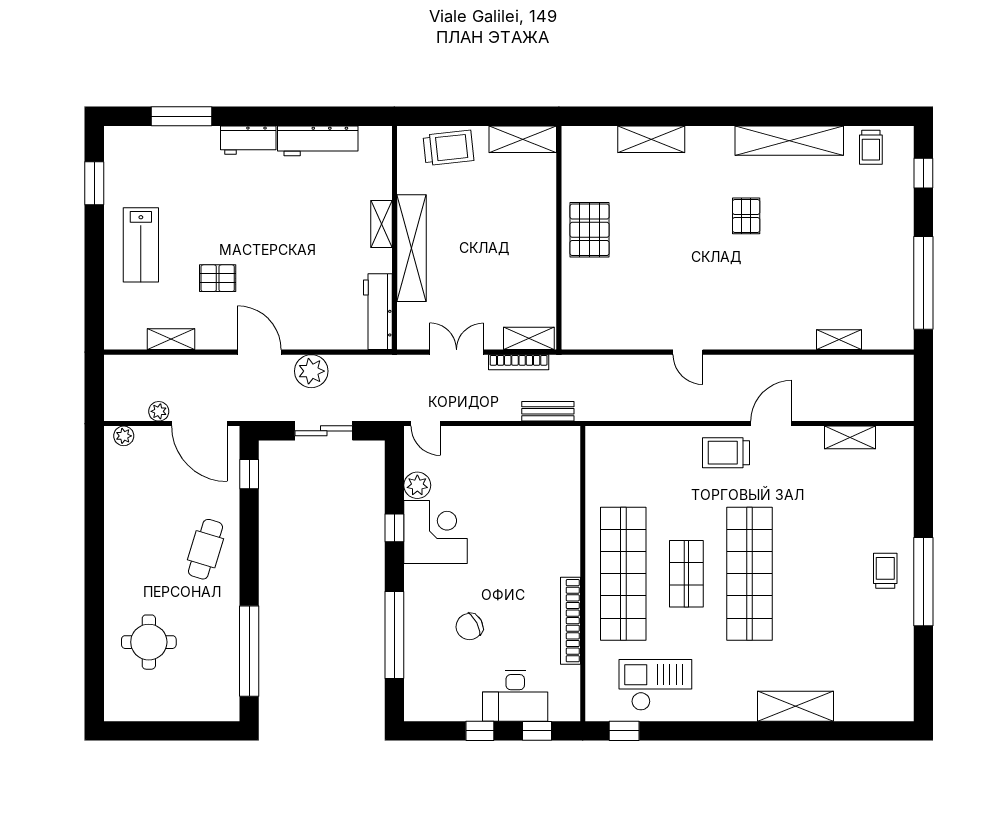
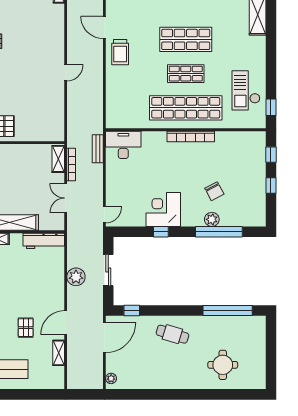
door: (259, 352) -> (66, 323), moved
plant: (159, 411) -> (98, 359), removed
plant: (417, 485) -> (212, 219), moved
shop shelf: (749, 574) -> (186, 39), width x0.71
bookcase: (570, 621) -> (191, 136), moved
desk: (515, 696) -> (123, 145), moved, turned -90

